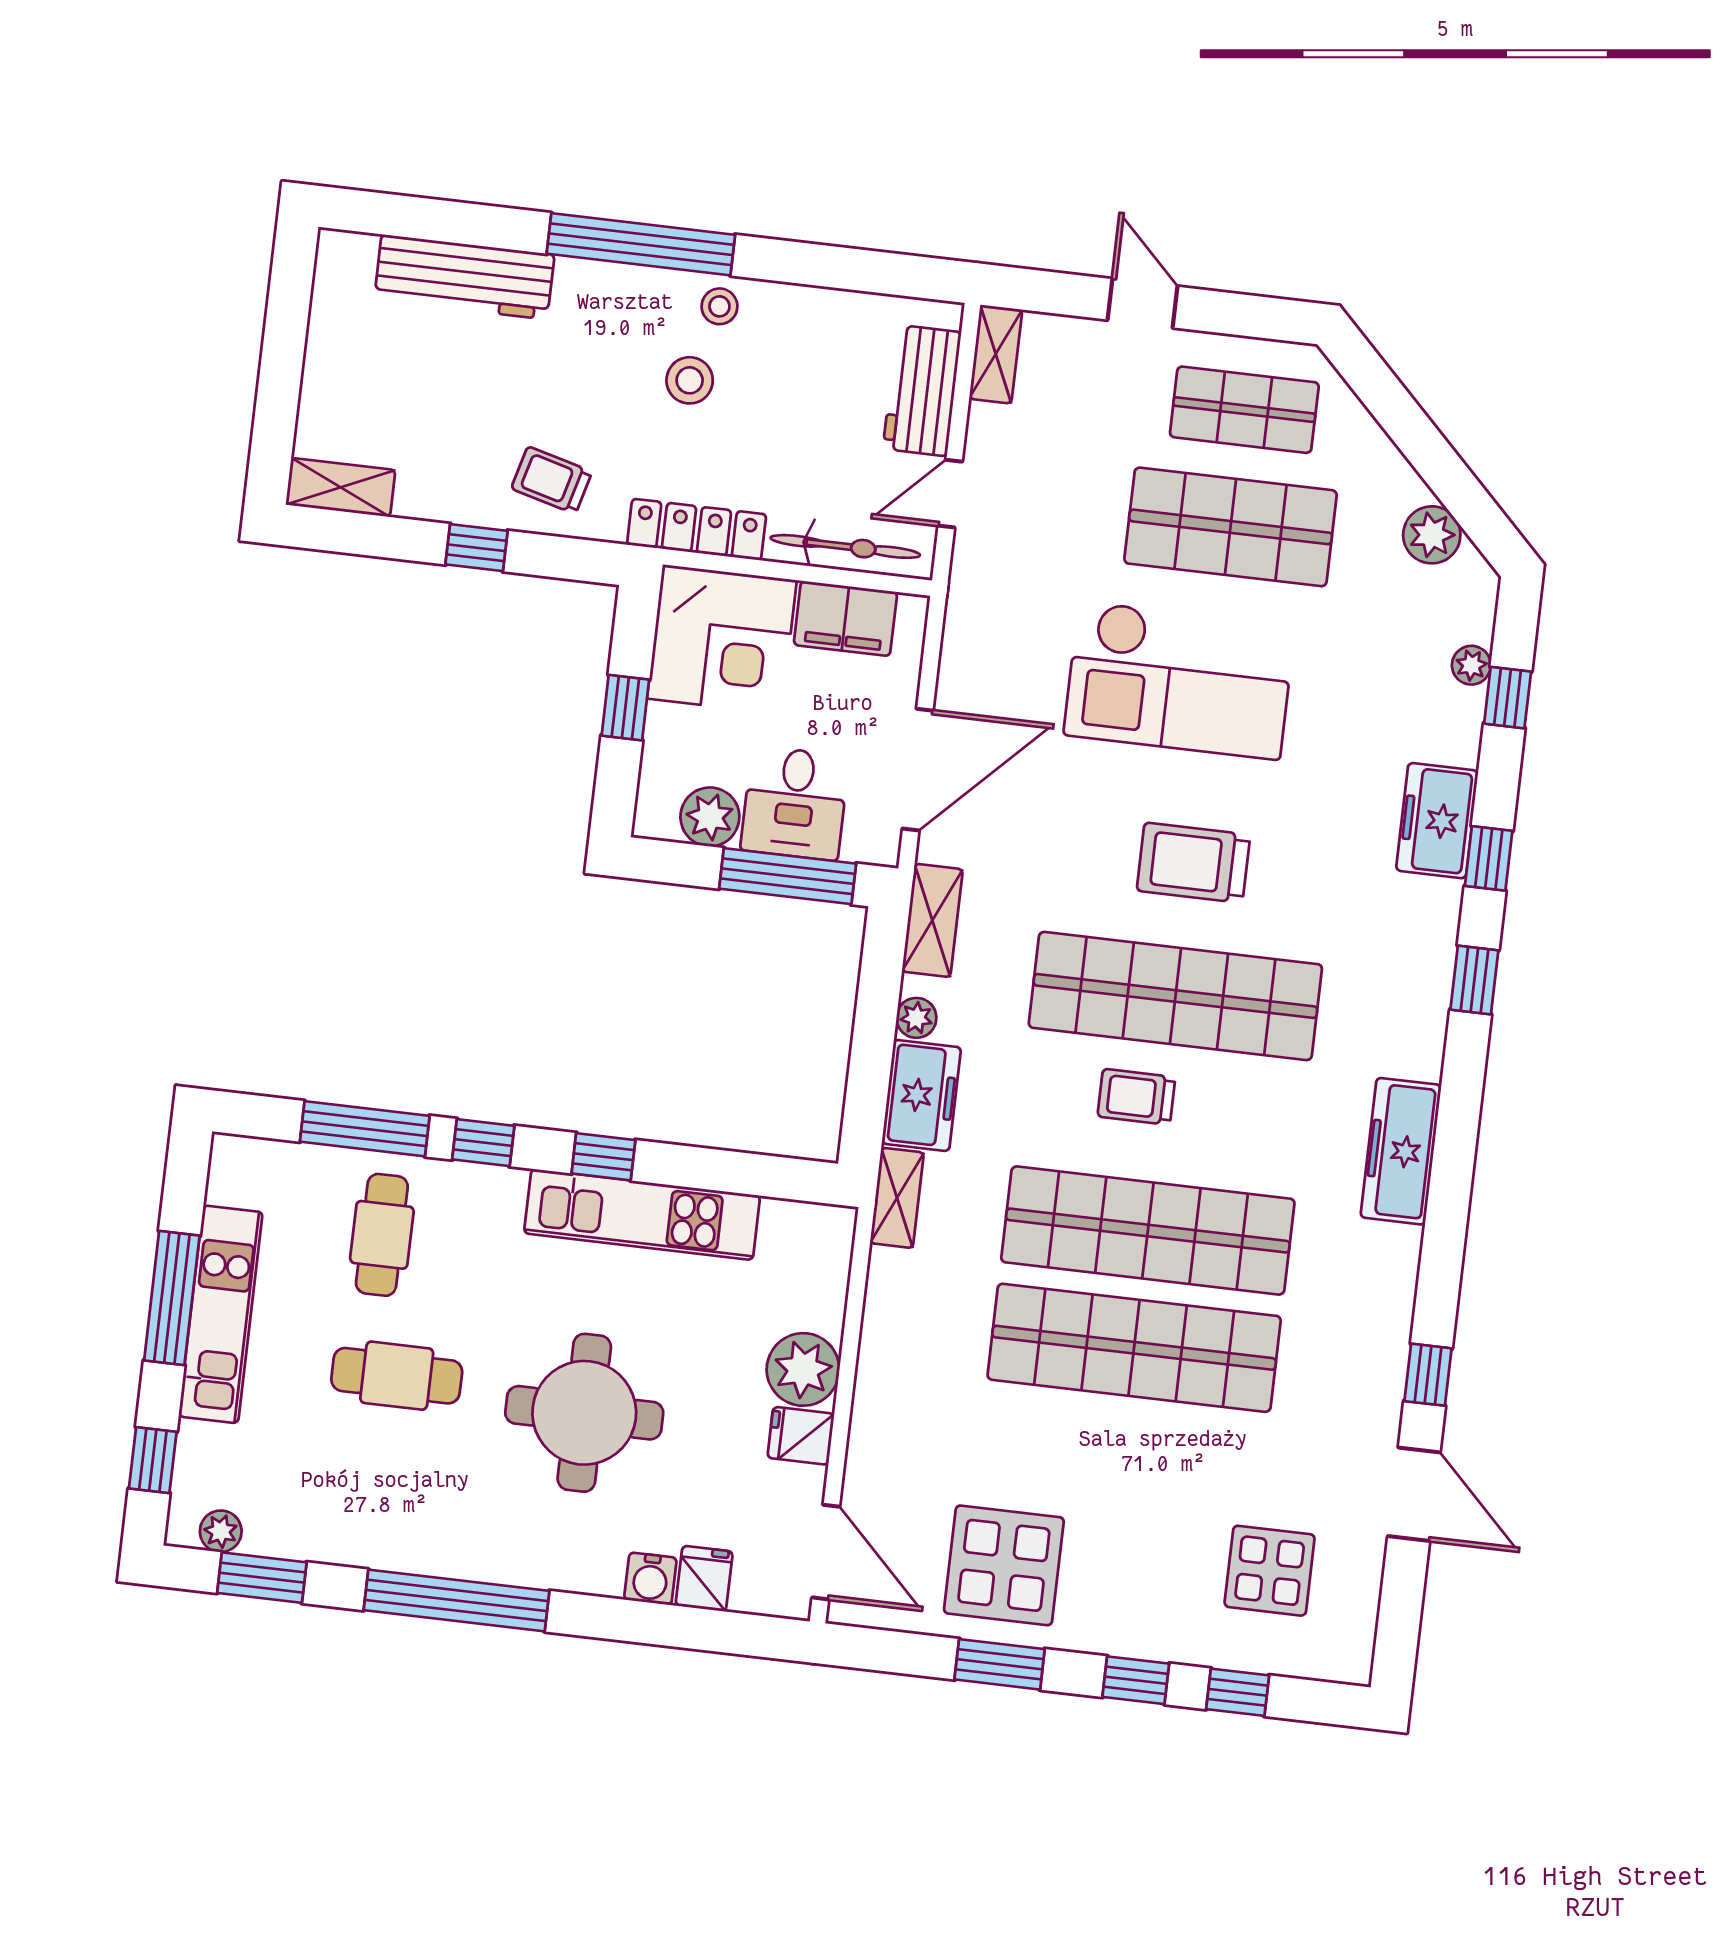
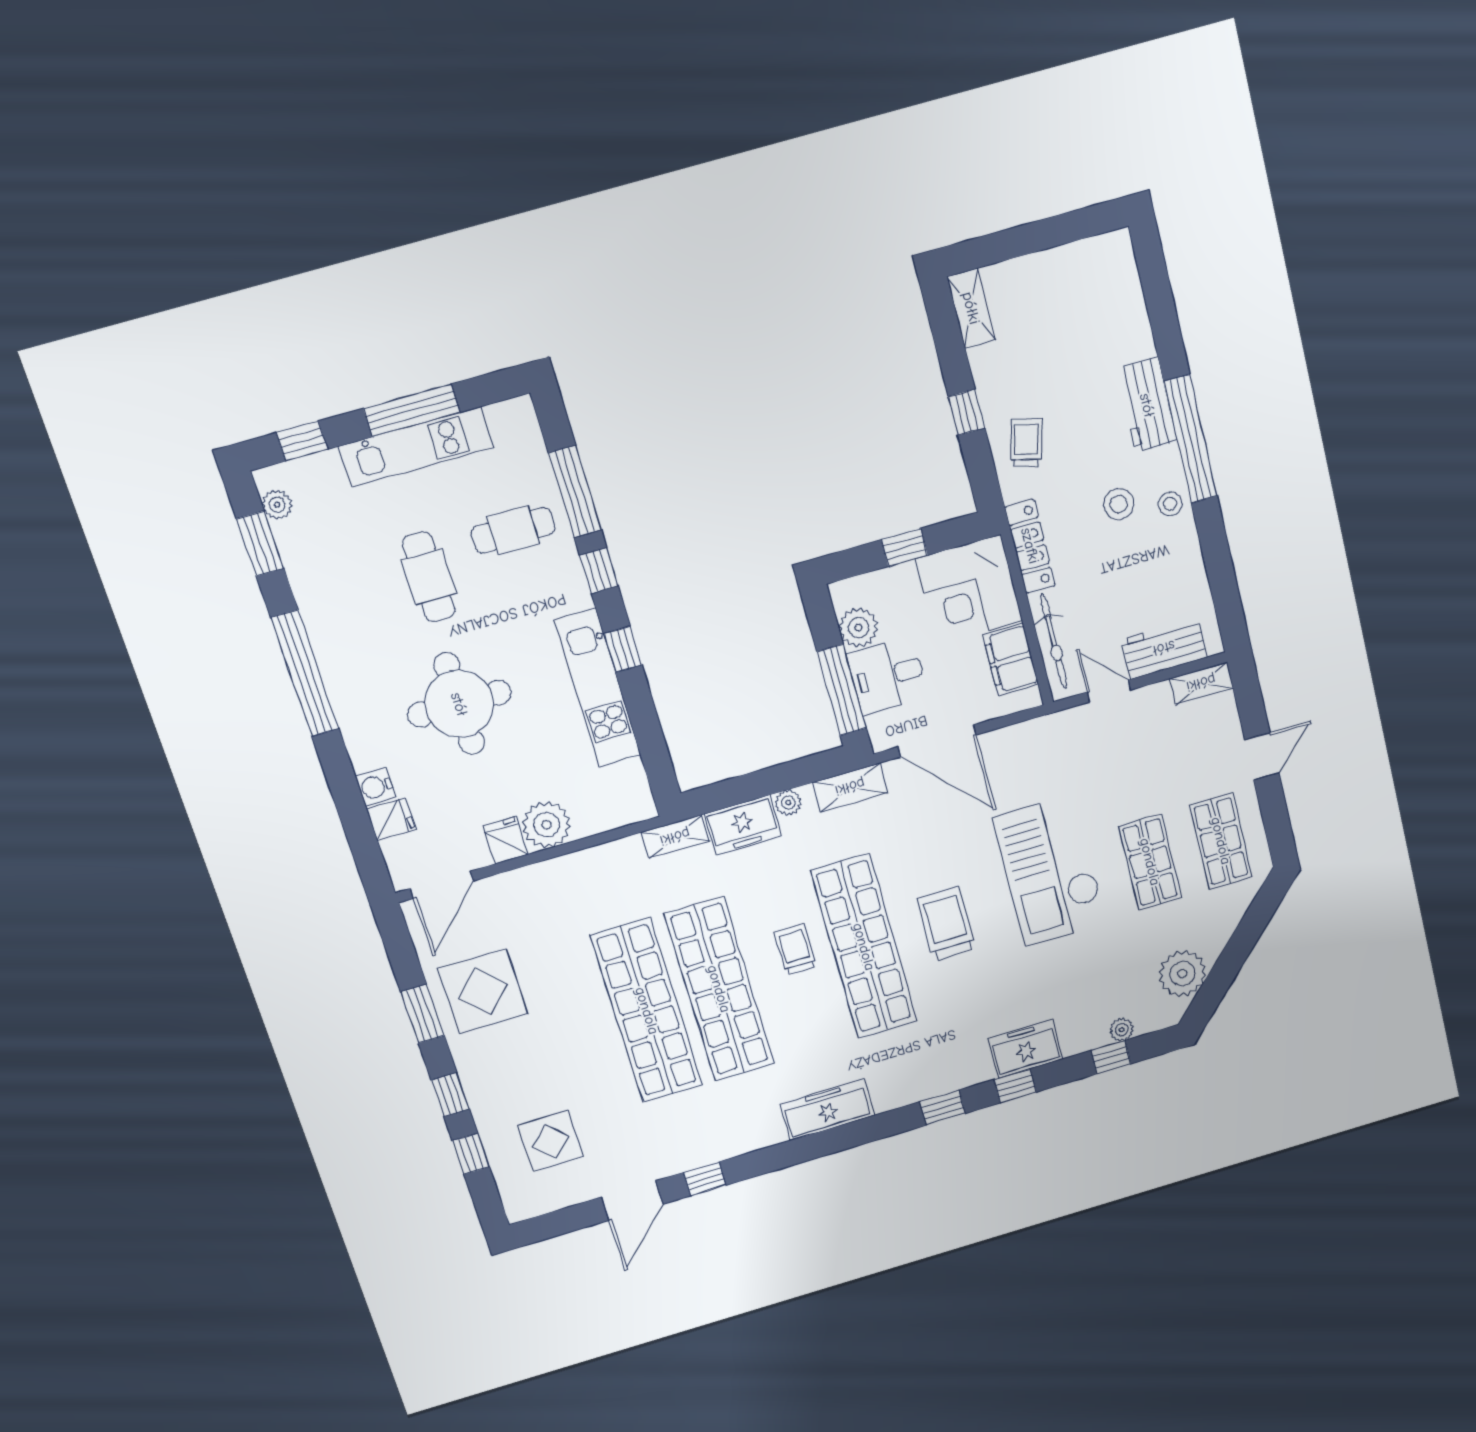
workbench: (464, 277) -> (1147, 405), moved, width x0.73
shop shelf: (1231, 527) -> (1150, 862), width x0.70, depth x0.74
plant: (1432, 535) -> (1182, 974), width x1.36, depth x1.36

